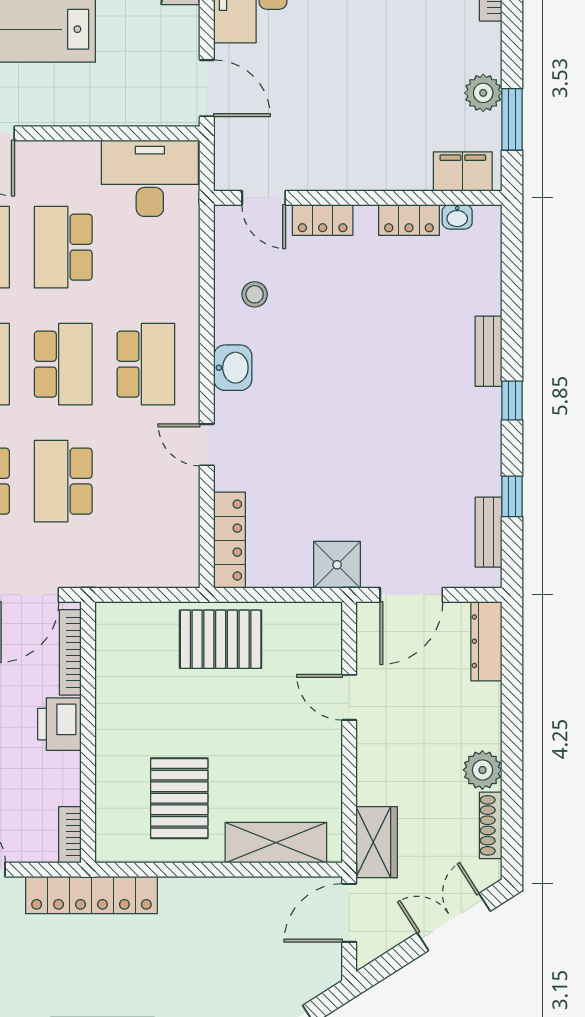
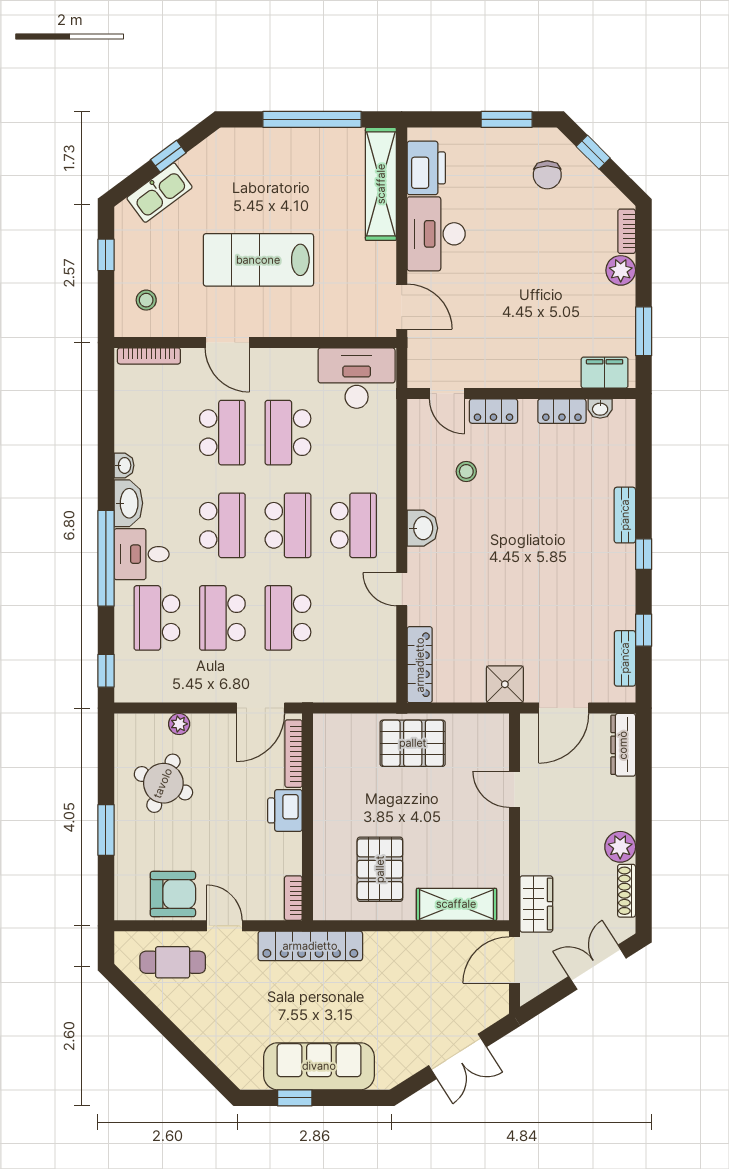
plant: (483, 93) -> (621, 270), moved
stool: (255, 294) -> (466, 471), moved

